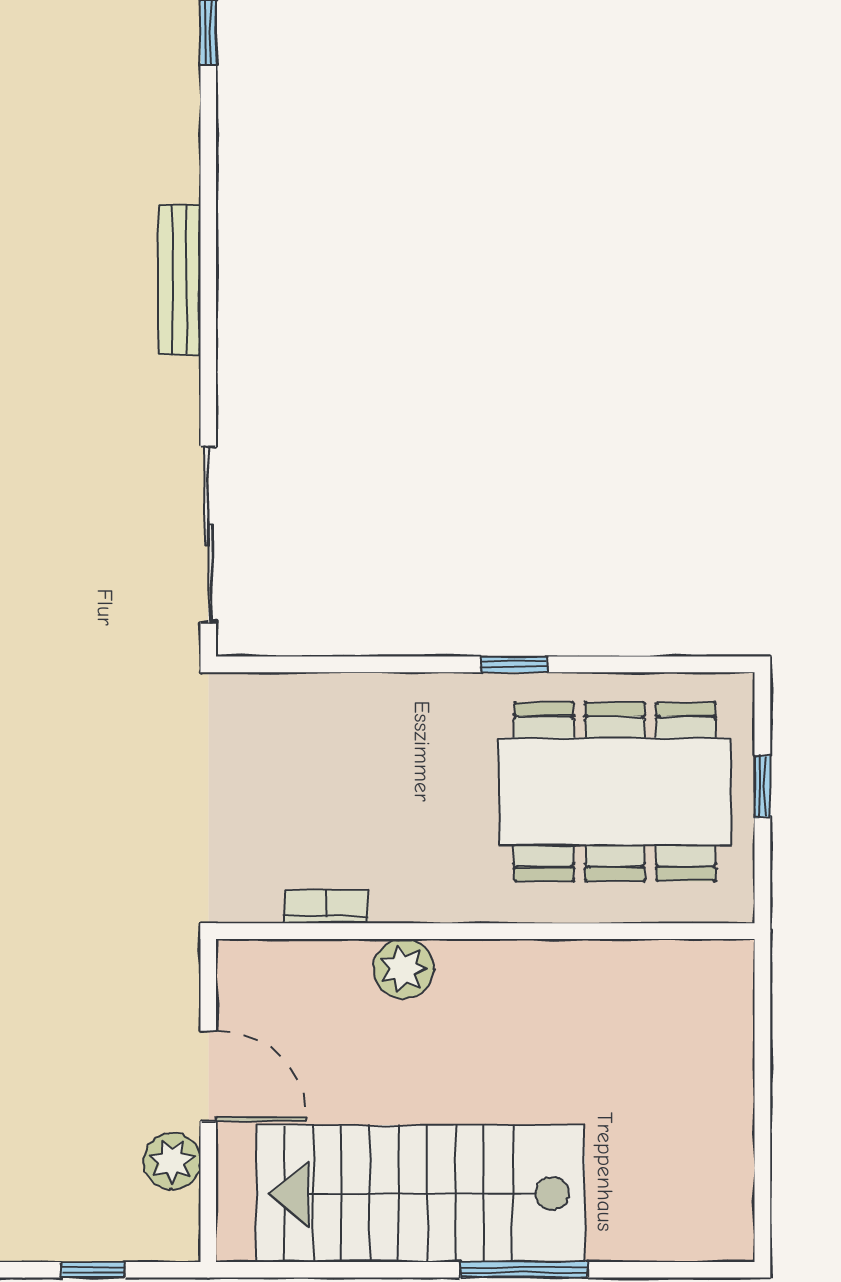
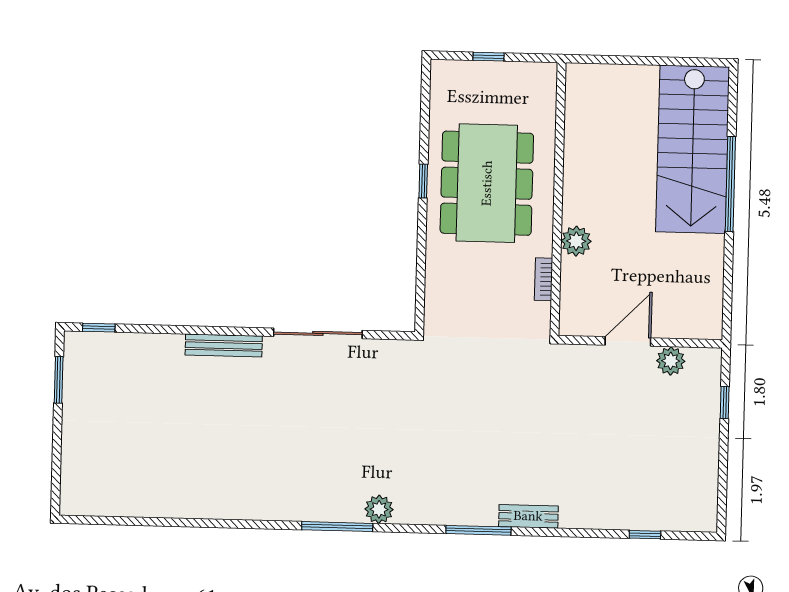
sliding door: (208, 535) -> (318, 333), moved
dining table: (615, 792) -> (487, 183), moved
stairs: (421, 1194) -> (693, 149), moved
window: (524, 1270) -> (730, 184), width x1.46

